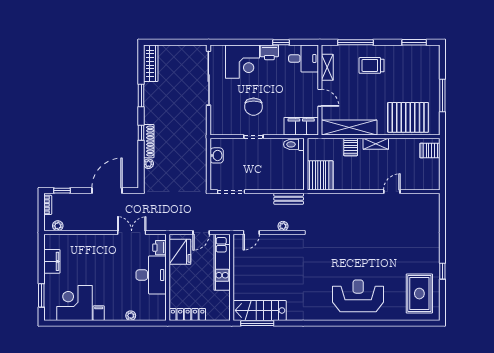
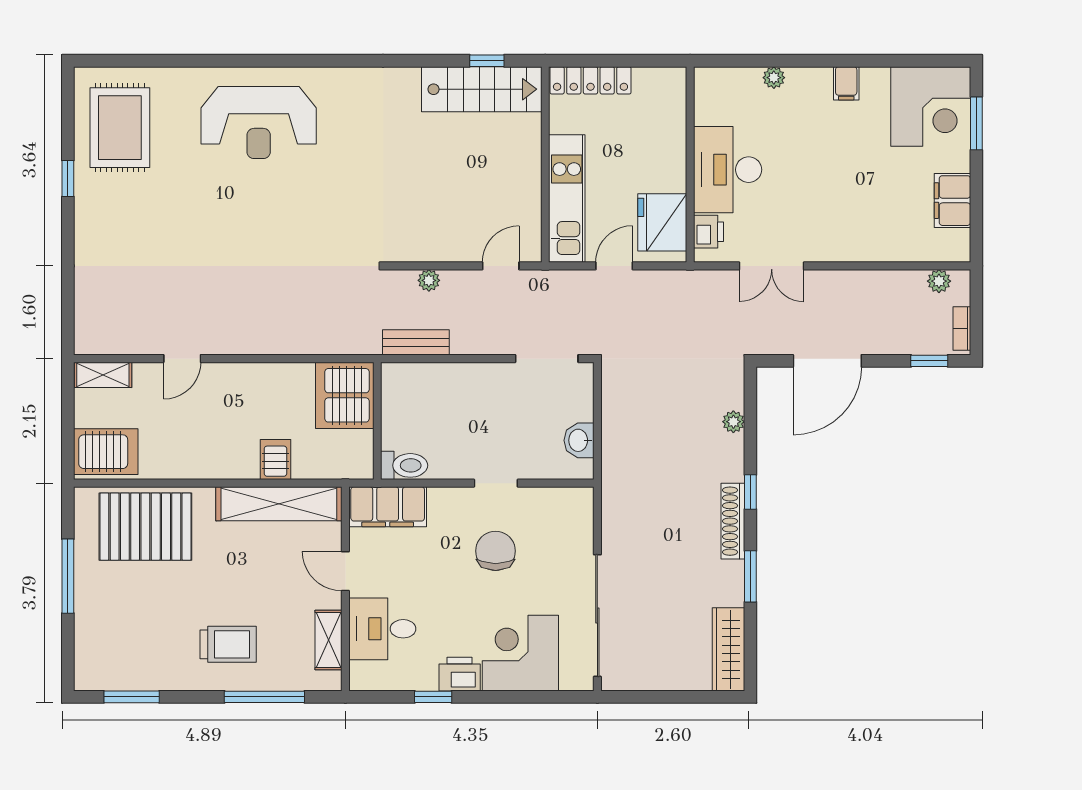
desk: (303, 58) -> (382, 629), moved
shoe rack: (149, 141) -> (733, 521), moved
shelving: (376, 144) -> (103, 375), moved
server rack: (430, 151) -> (106, 452), width x1.36, depth x1.44
corner desk: (75, 303) -> (931, 106), moved
locker: (188, 314) -> (590, 80), moved
window: (257, 323) -> (487, 61), width x0.46

